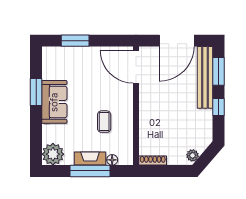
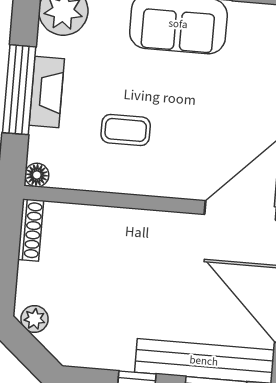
floor lamp: (112, 160) -> (37, 175), moved

